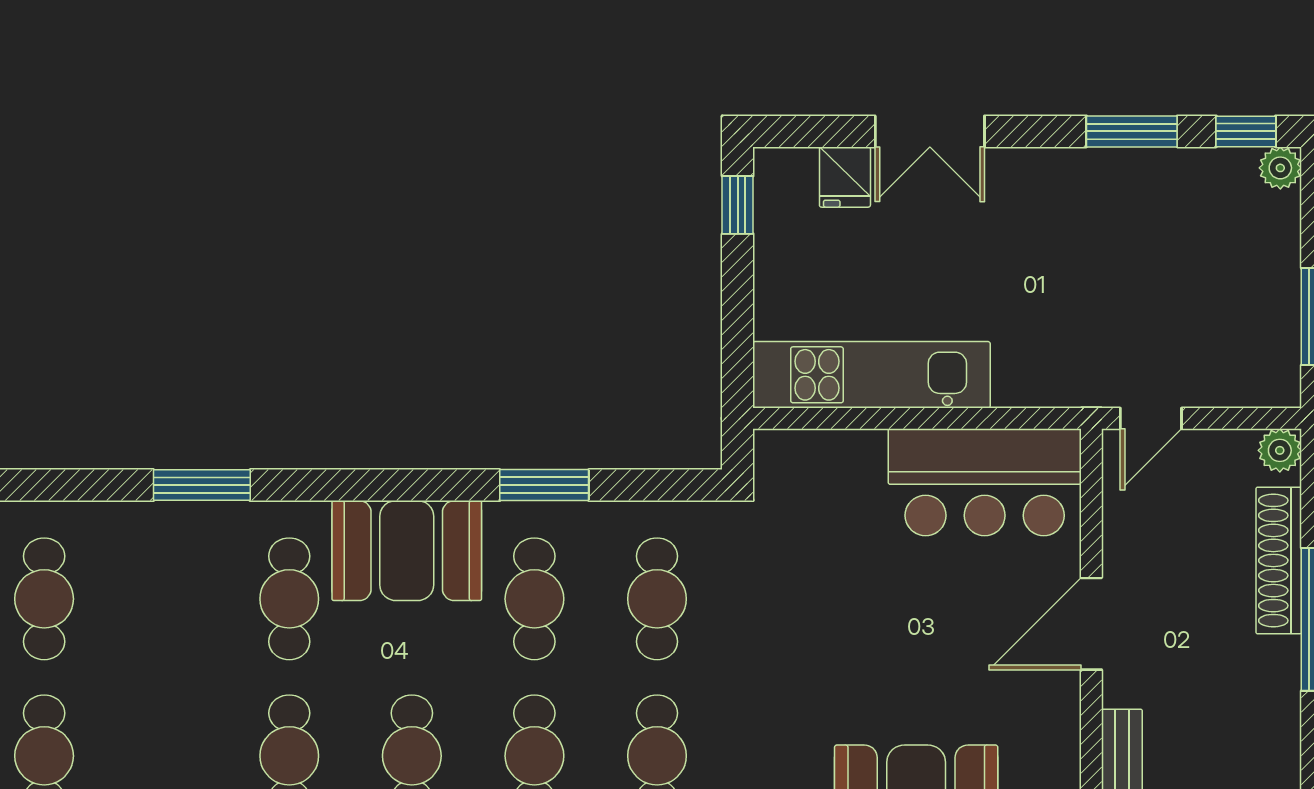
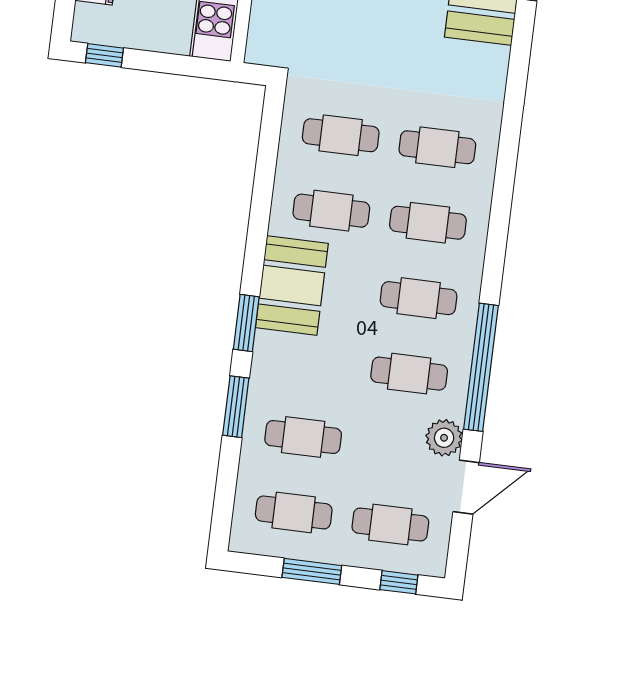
window: (544, 485) -> (246, 323), moved
cafe table: (289, 599) -> (303, 437), moved

